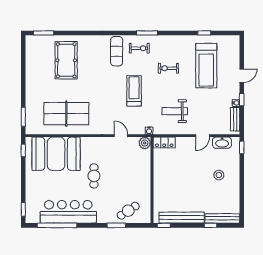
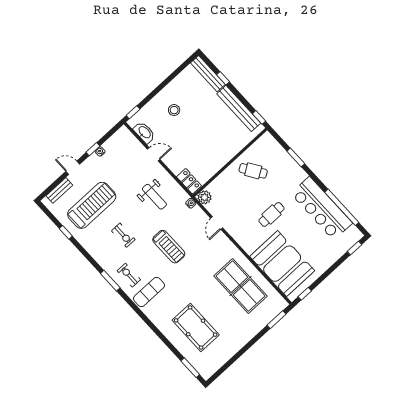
pool table: (66, 60) -> (196, 327), turned 90
treadmill: (134, 91) -> (169, 247), turned -90
bench: (235, 119) -> (59, 190), moved
cafe table: (128, 211) -> (253, 171), moved

